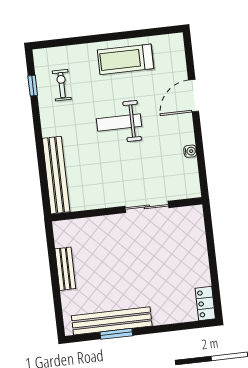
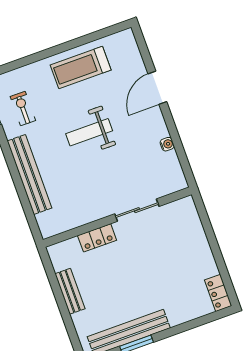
bench: (56, 175) -> (29, 174), moved
locker: (103, 224) -> (97, 238), added

